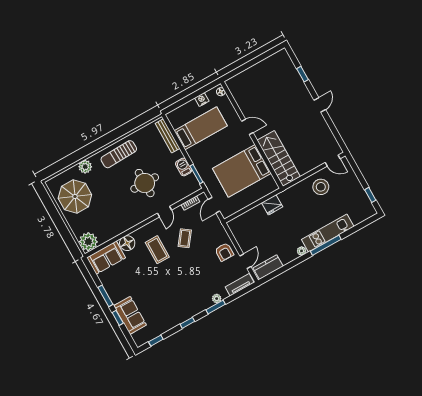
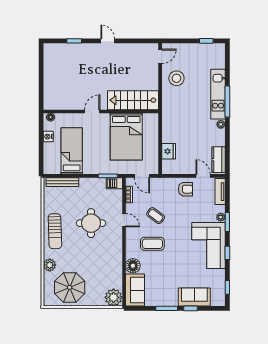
barbecue: (184, 167) -> (114, 183), moved
fridge: (272, 205) -> (169, 151), moved
corner sofa: (184, 302) -> (209, 246), added

